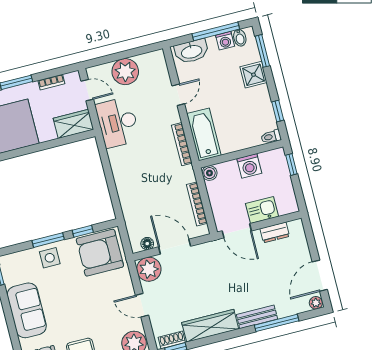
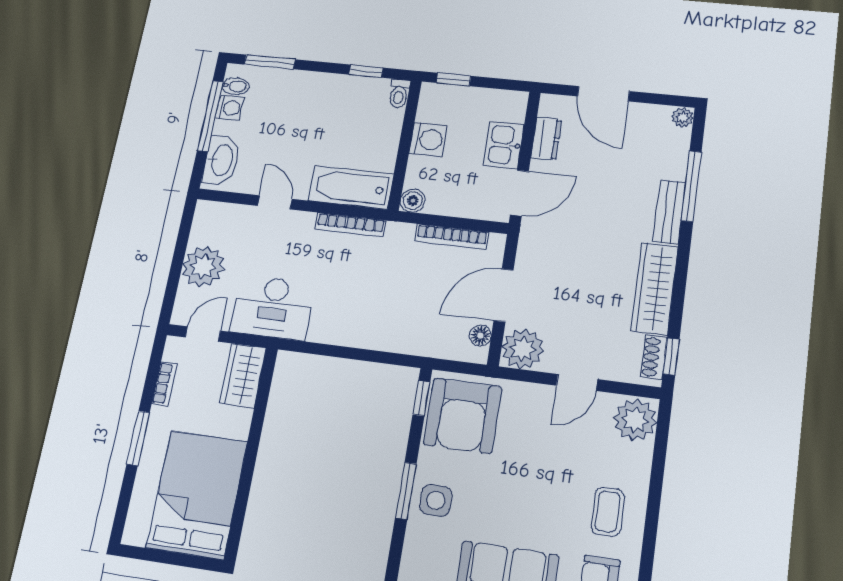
shower: (253, 75) -> (297, 86), removed
window: (83, 231) -> (421, 398), moved
door: (320, 276) -> (603, 94), moved

